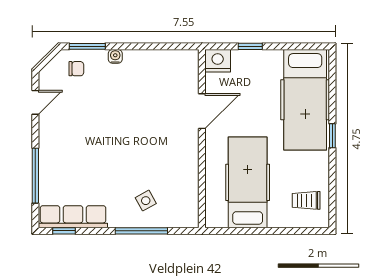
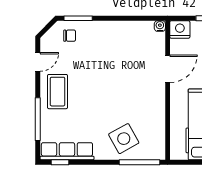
water cooler: (115, 56) -> (160, 26), moved
coffee table: (61, 140) -> (58, 92), added
side table: (146, 201) -> (124, 139), width x1.87, depth x1.87
window: (141, 231) -> (139, 162), moved

